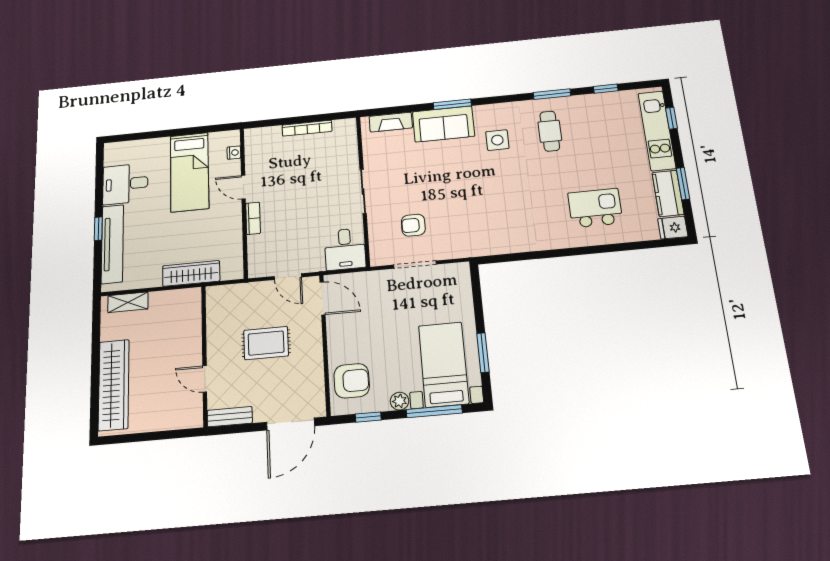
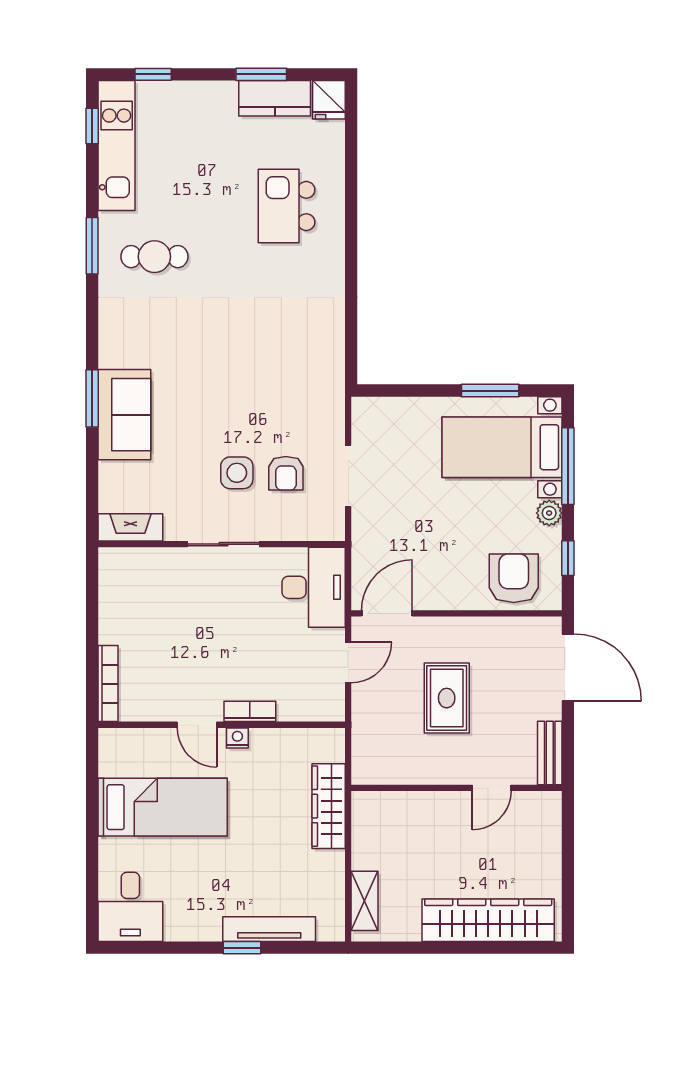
window: (606, 89) -> (92, 126), moved
fireplace: (391, 122) -> (130, 527), moved, turned -90
bookcase: (307, 128) -> (108, 684), moved
kitchen unit: (657, 131) -> (117, 146), moved, turned -90
side table: (497, 140) -> (237, 473), moved
nightstand: (234, 153) -> (237, 738), moved
desk: (125, 184) -> (130, 907), moved
door: (243, 187) -> (197, 725), hinge flipped
tv unit: (112, 244) -> (269, 929), width x0.73, depth x0.78
desk: (345, 249) -> (314, 587), width x1.37

